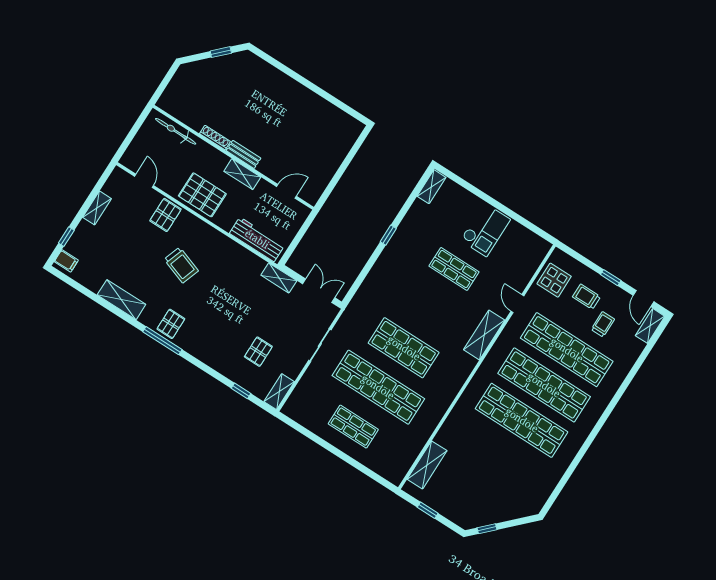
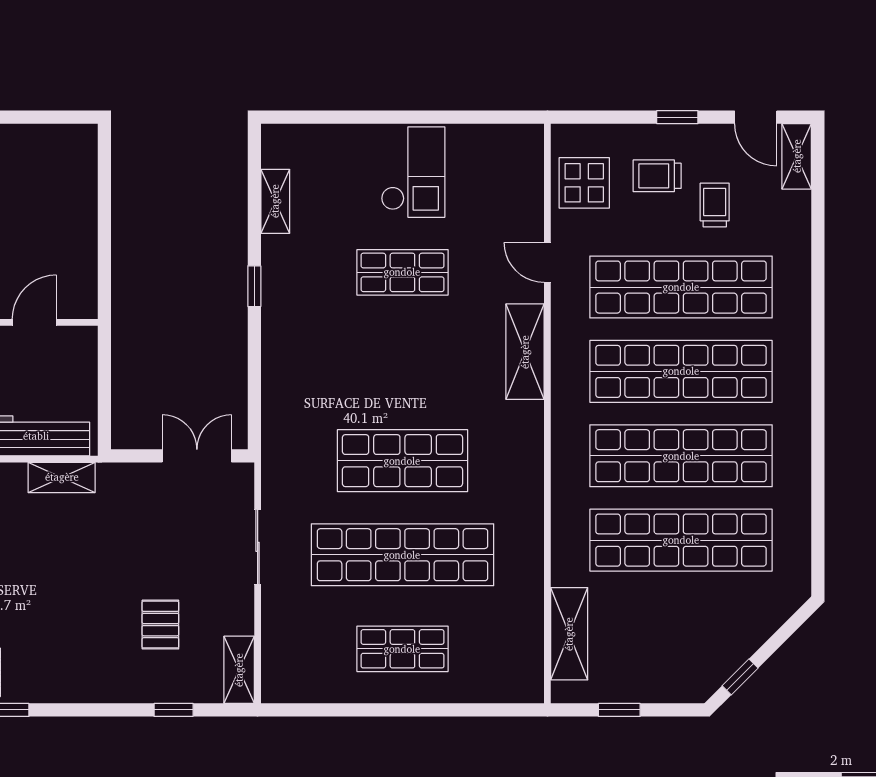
shelving: (431, 187) -> (275, 201), moved
shelving: (279, 278) -> (62, 477), moved
shop shelf: (499, 456) -> (681, 540), added

